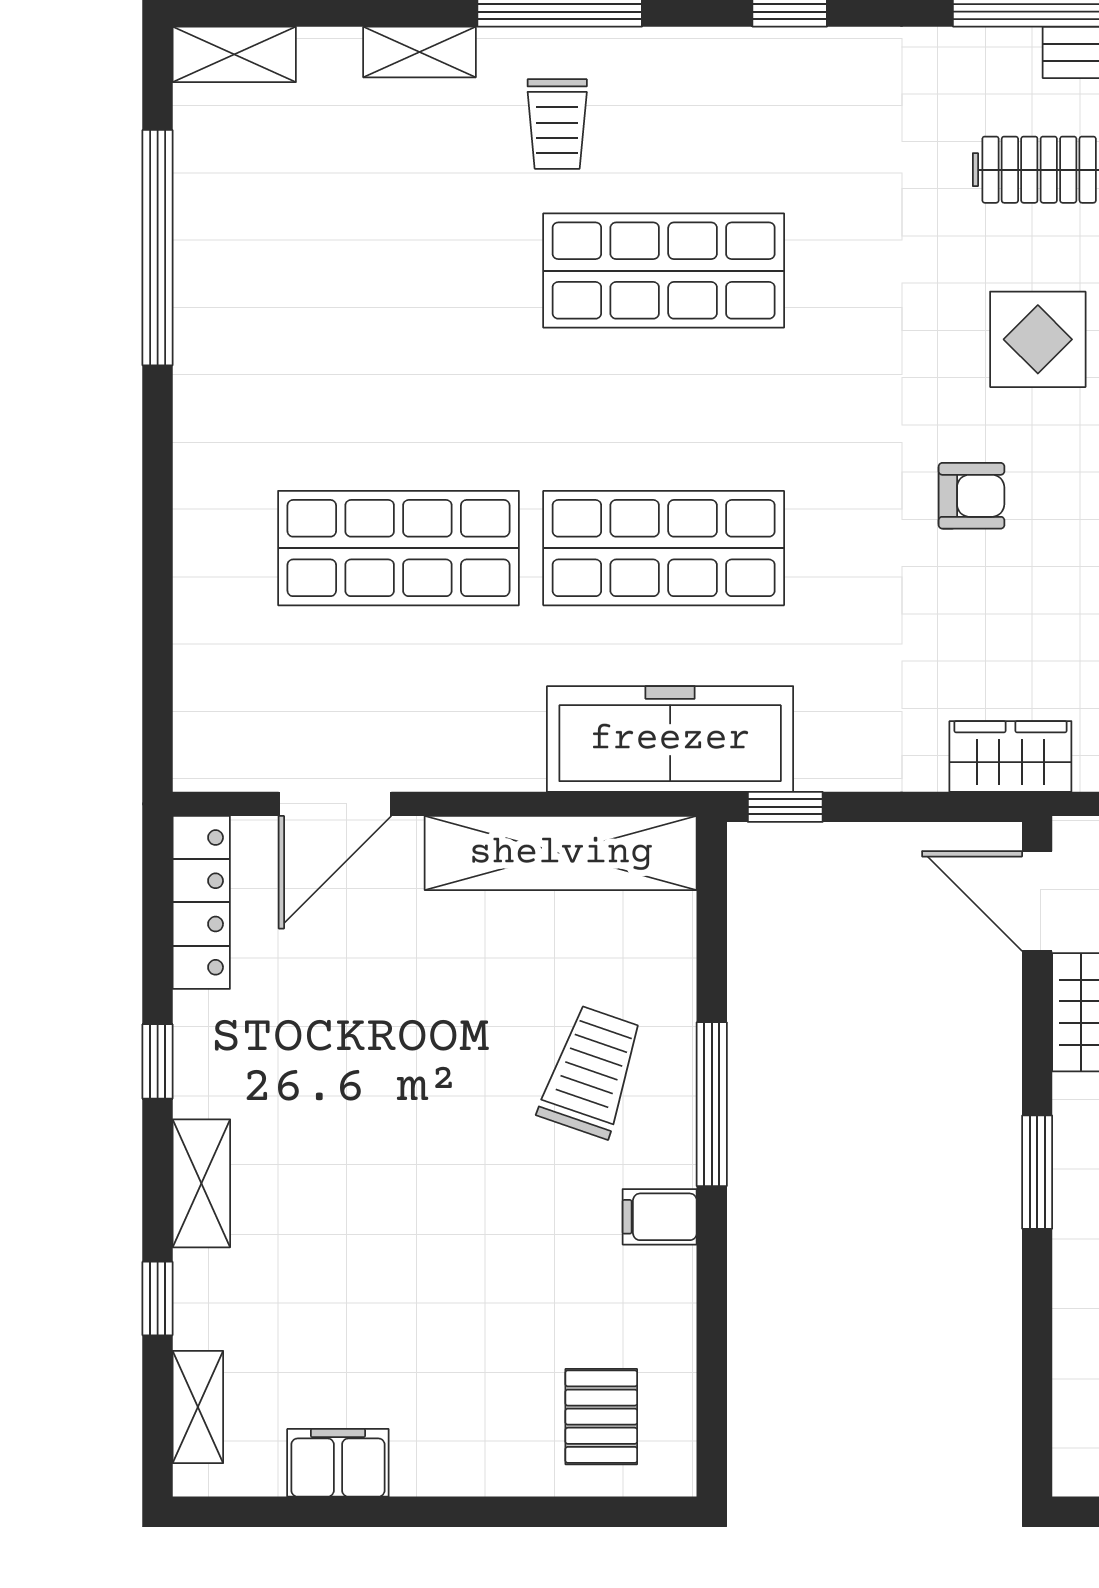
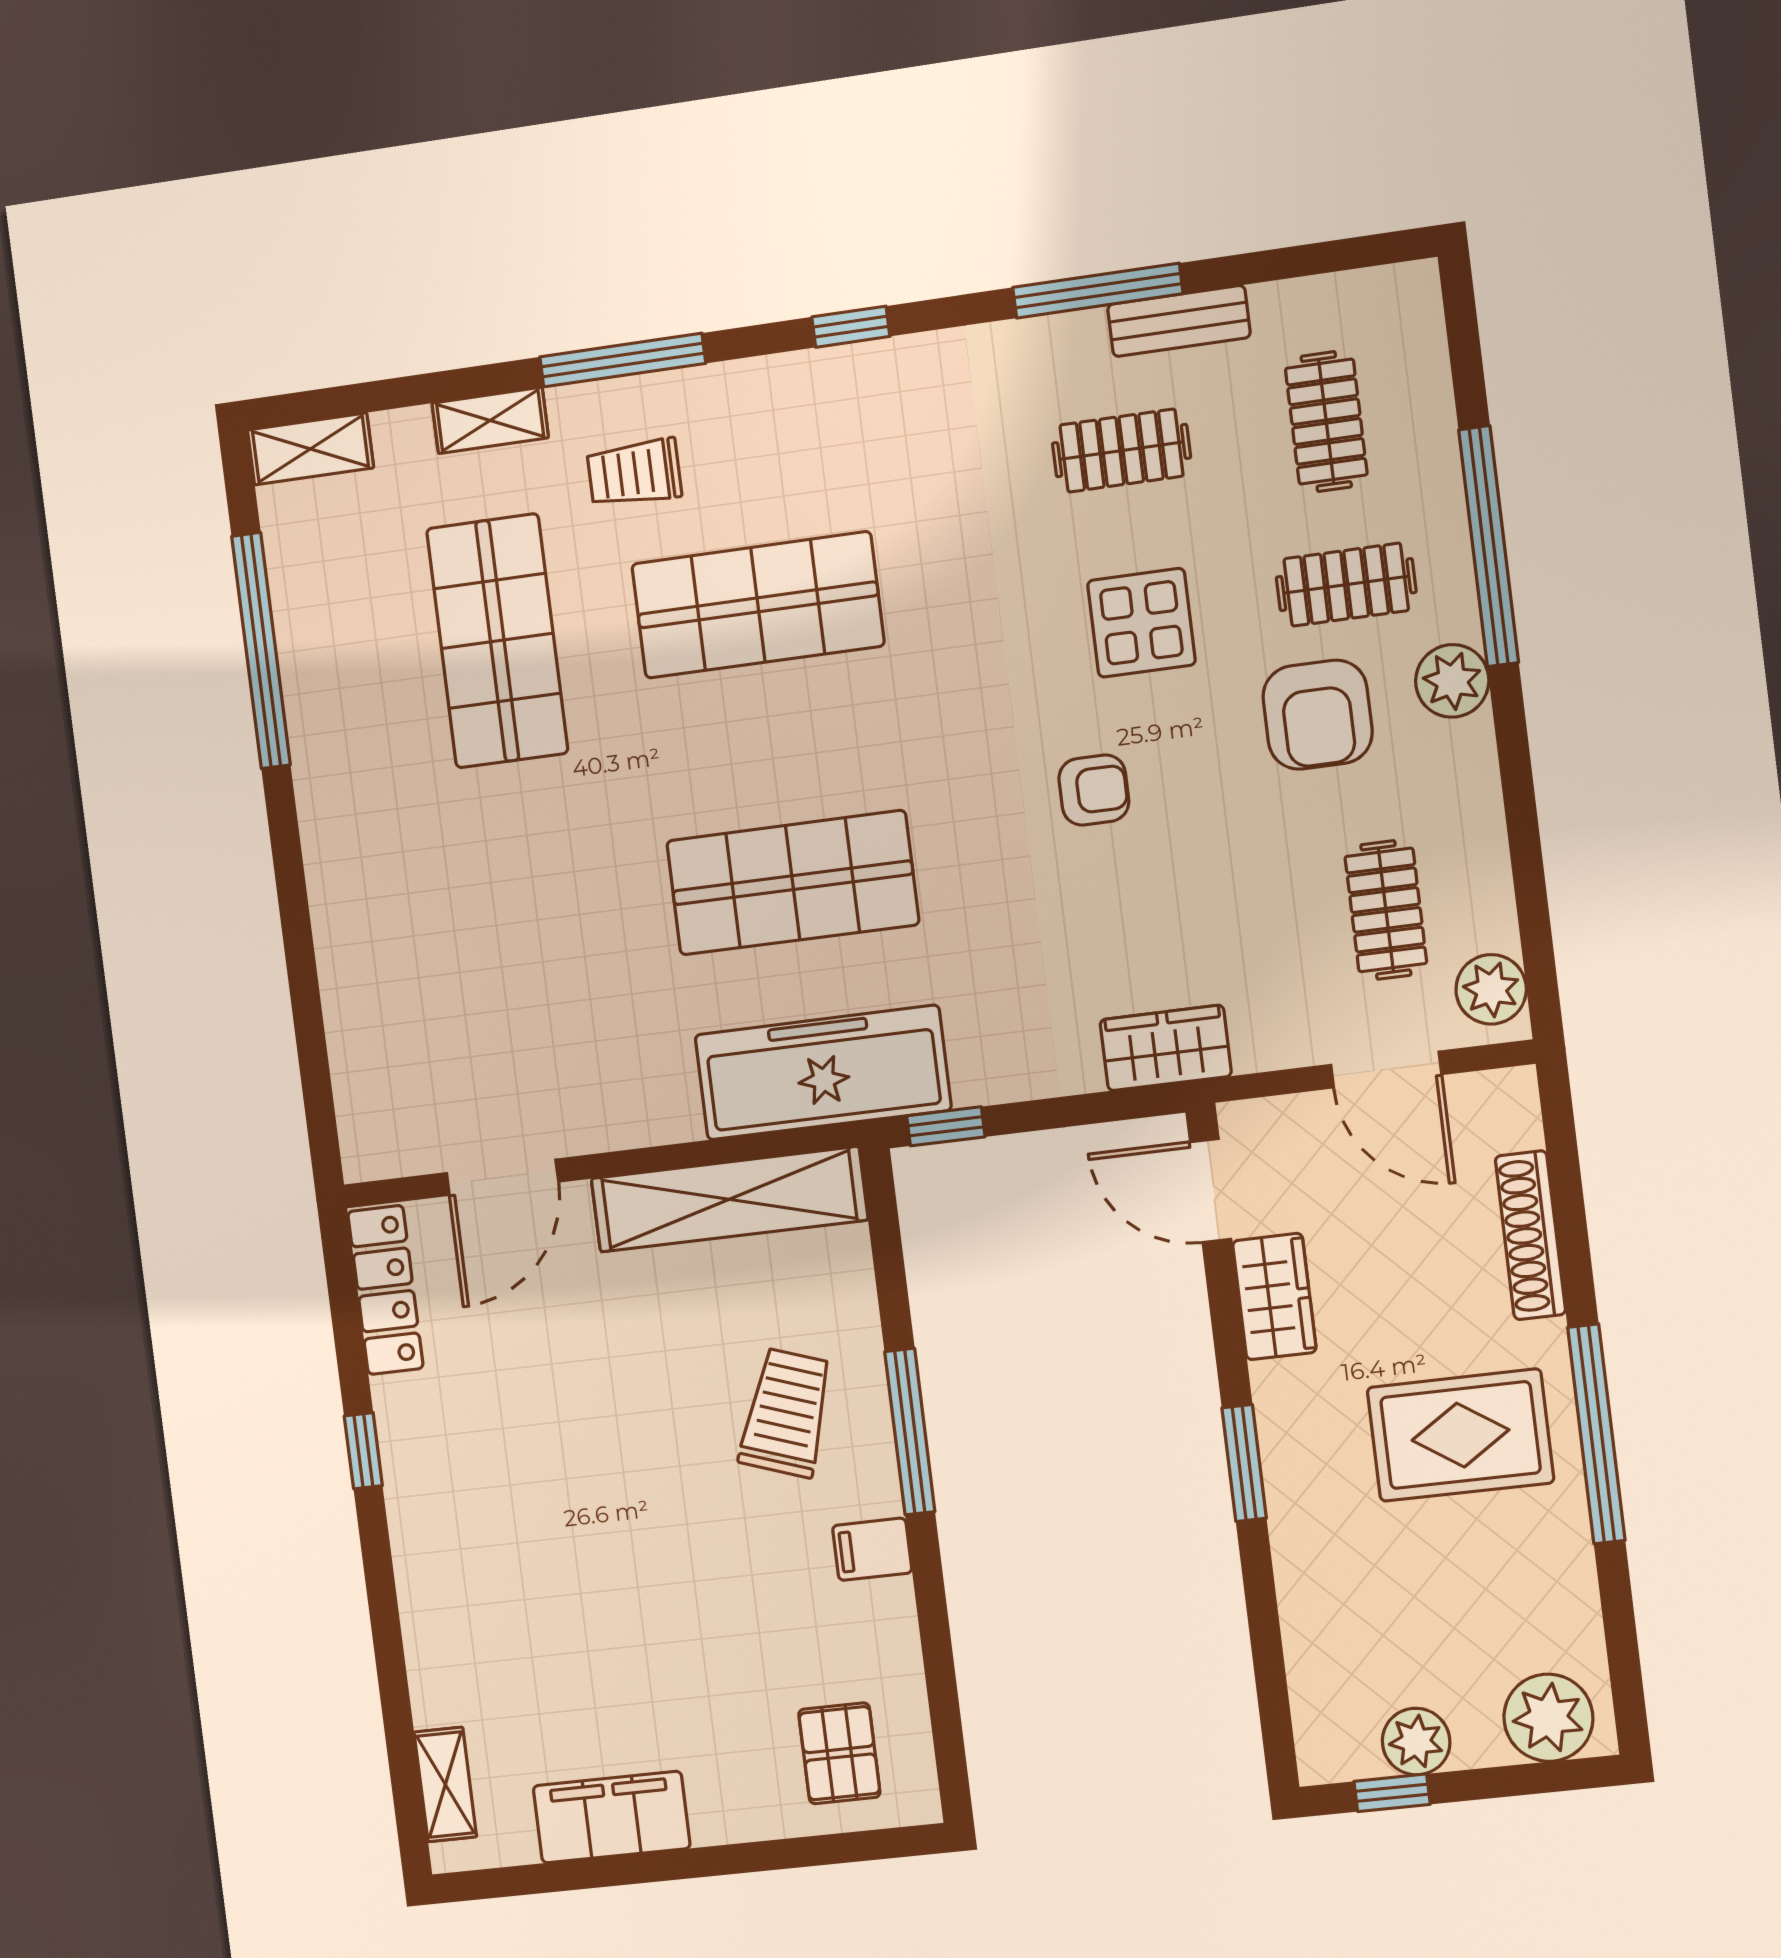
trolley: (557, 124) -> (634, 473), turned 90
shop shelf: (398, 548) -> (497, 641), moved, turned 90
shelving: (201, 1183) -> (421, 1565), removed
window: (158, 1298) -> (393, 1683), removed
filing cabinet: (338, 1463) -> (612, 1817), width x1.50, depth x1.17

